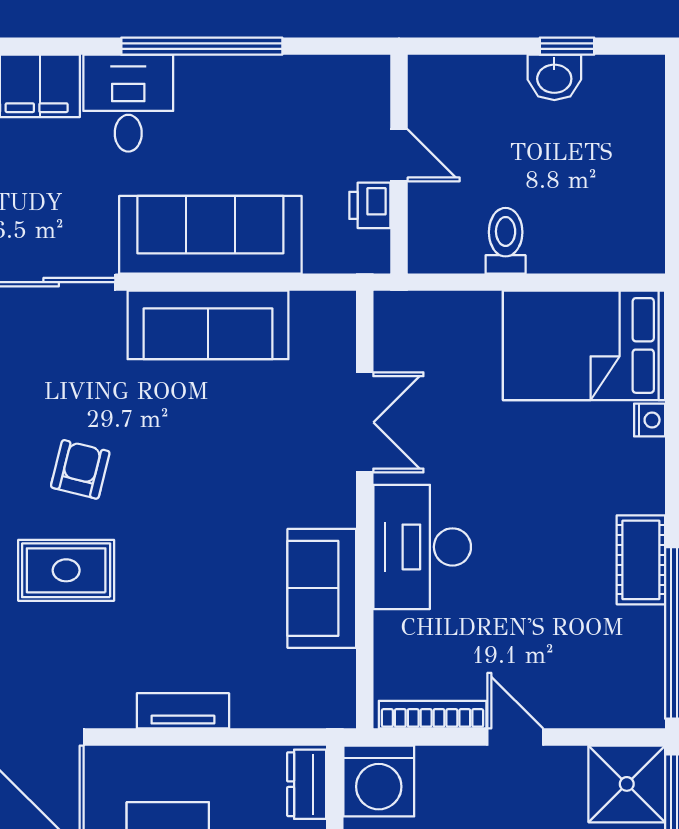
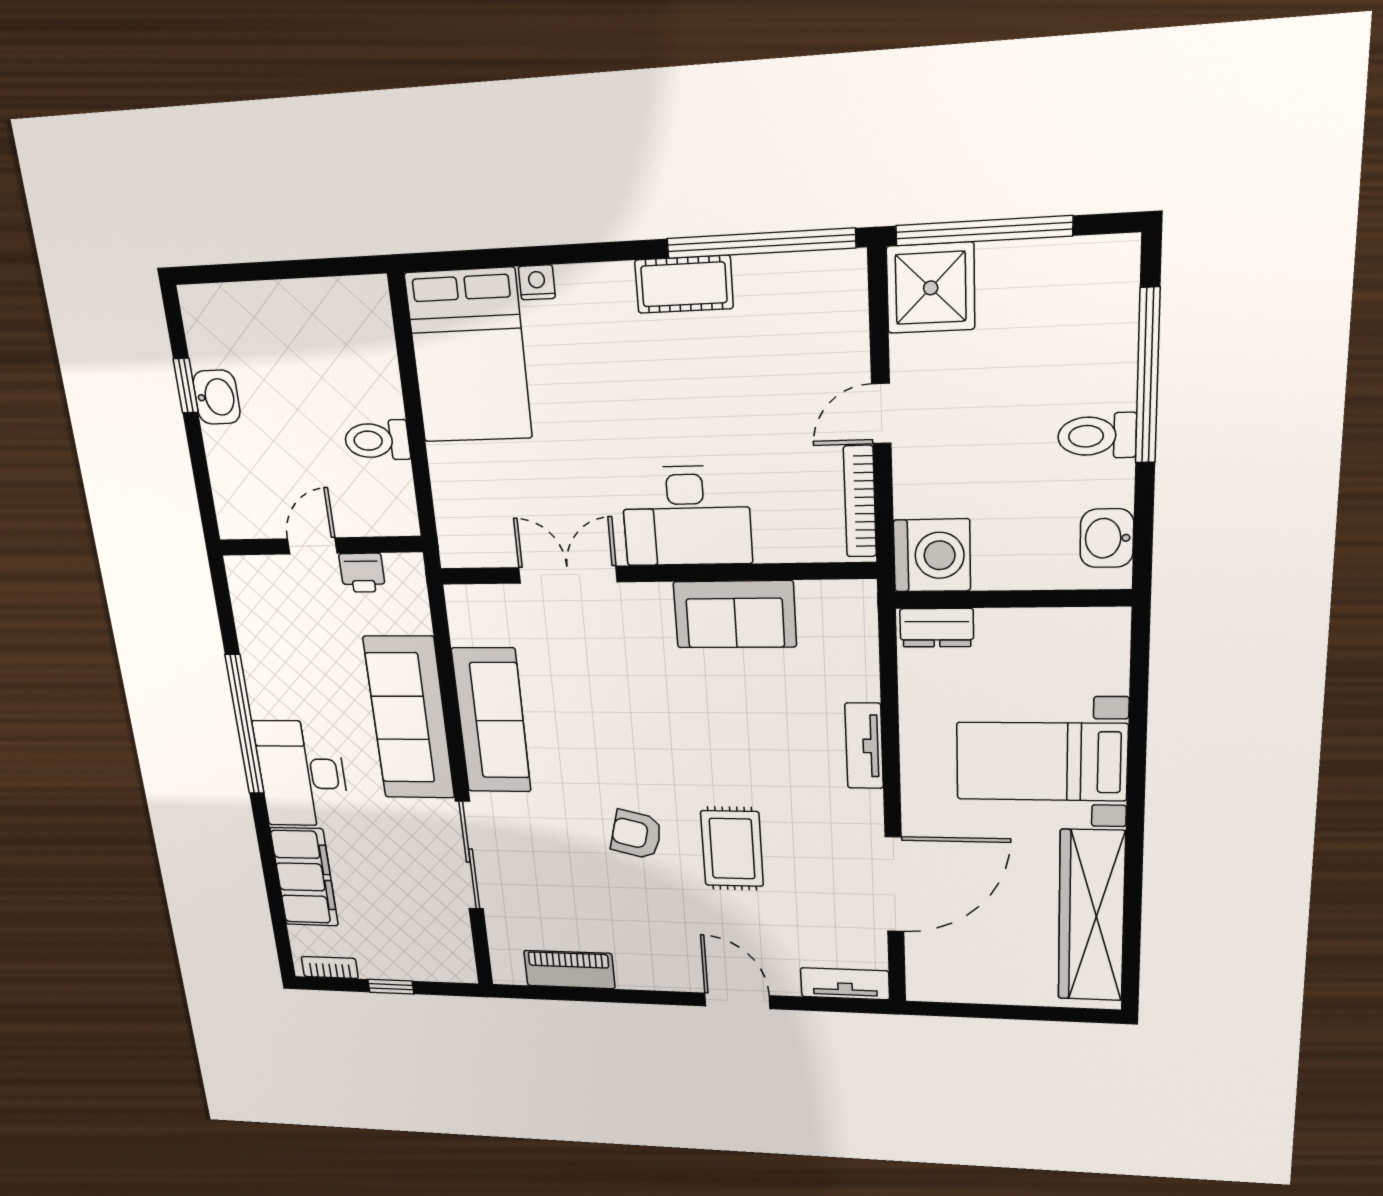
desk: (128, 103) -> (302, 774), width x1.37

